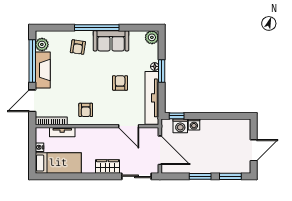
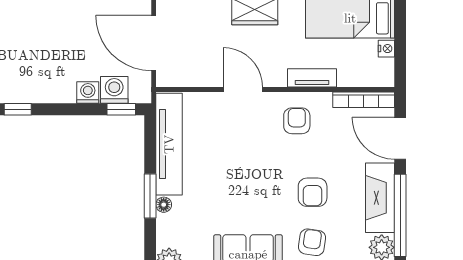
armchair: (120, 83) -> (313, 192), moved
door: (32, 101) -> (400, 138), swing flipped
window: (230, 116) -> (18, 109), added
door: (129, 126) -> (243, 89), moved
tv unit: (62, 132) -> (312, 78), moved

